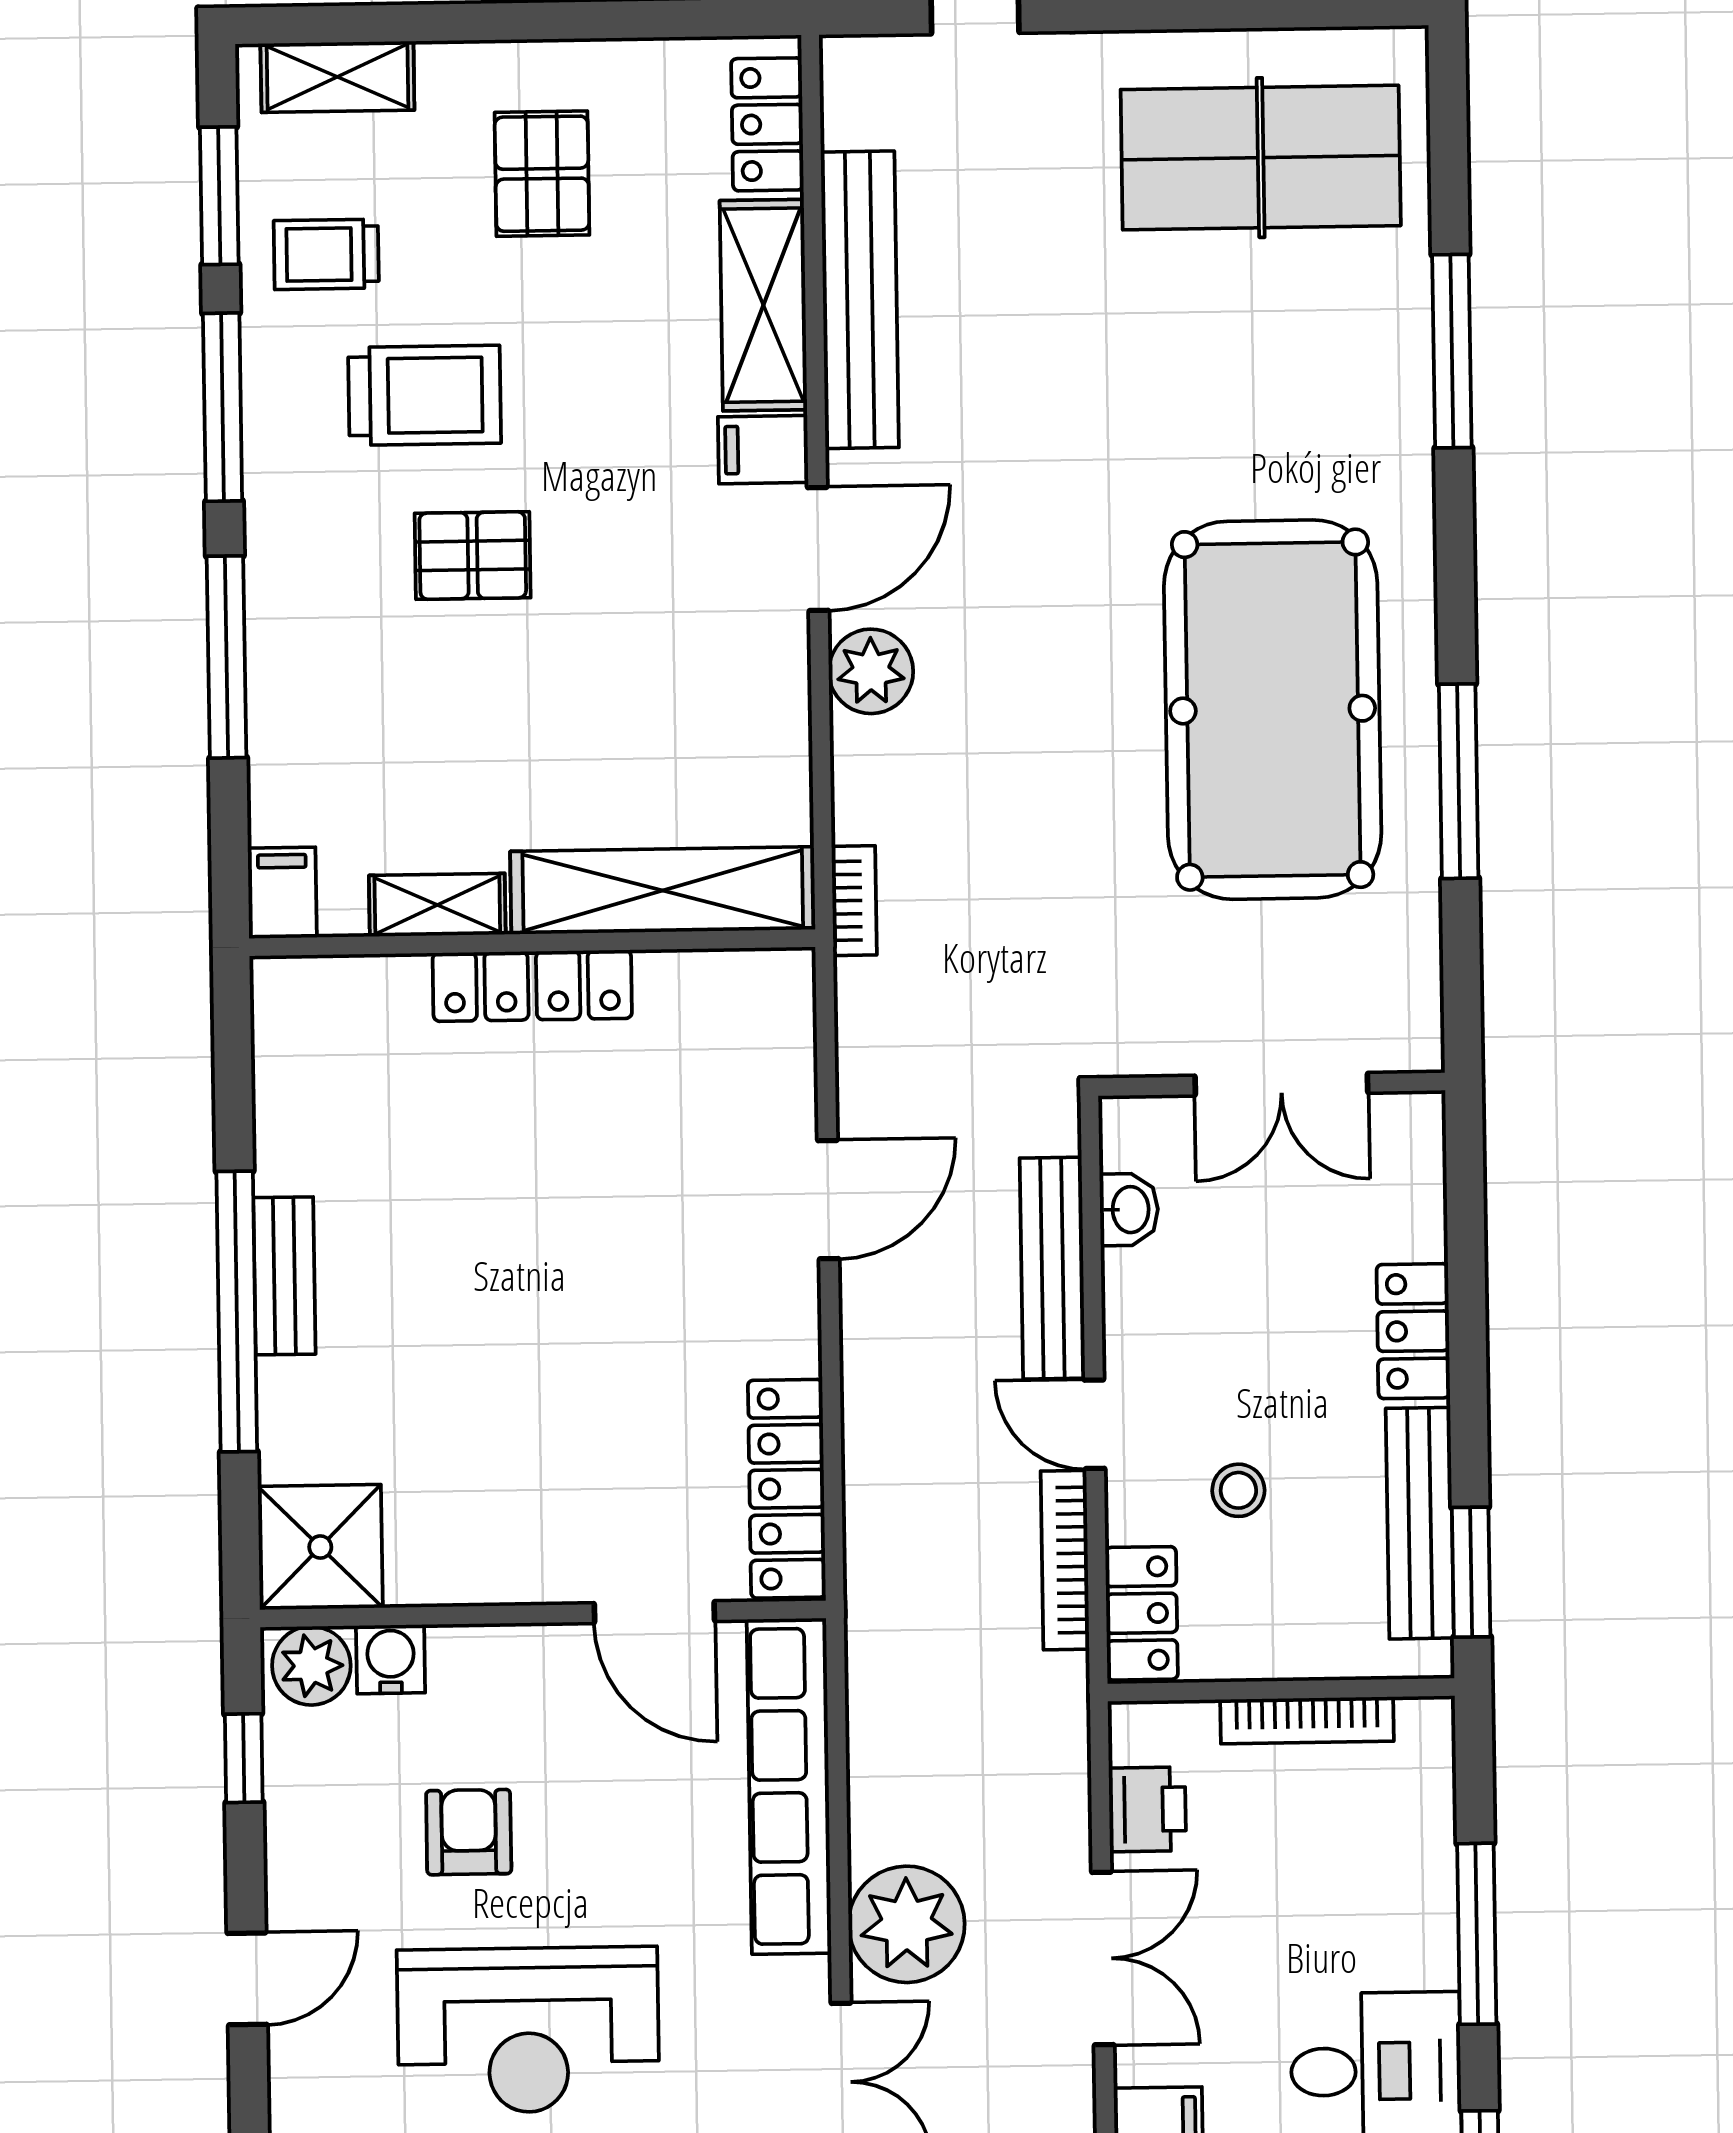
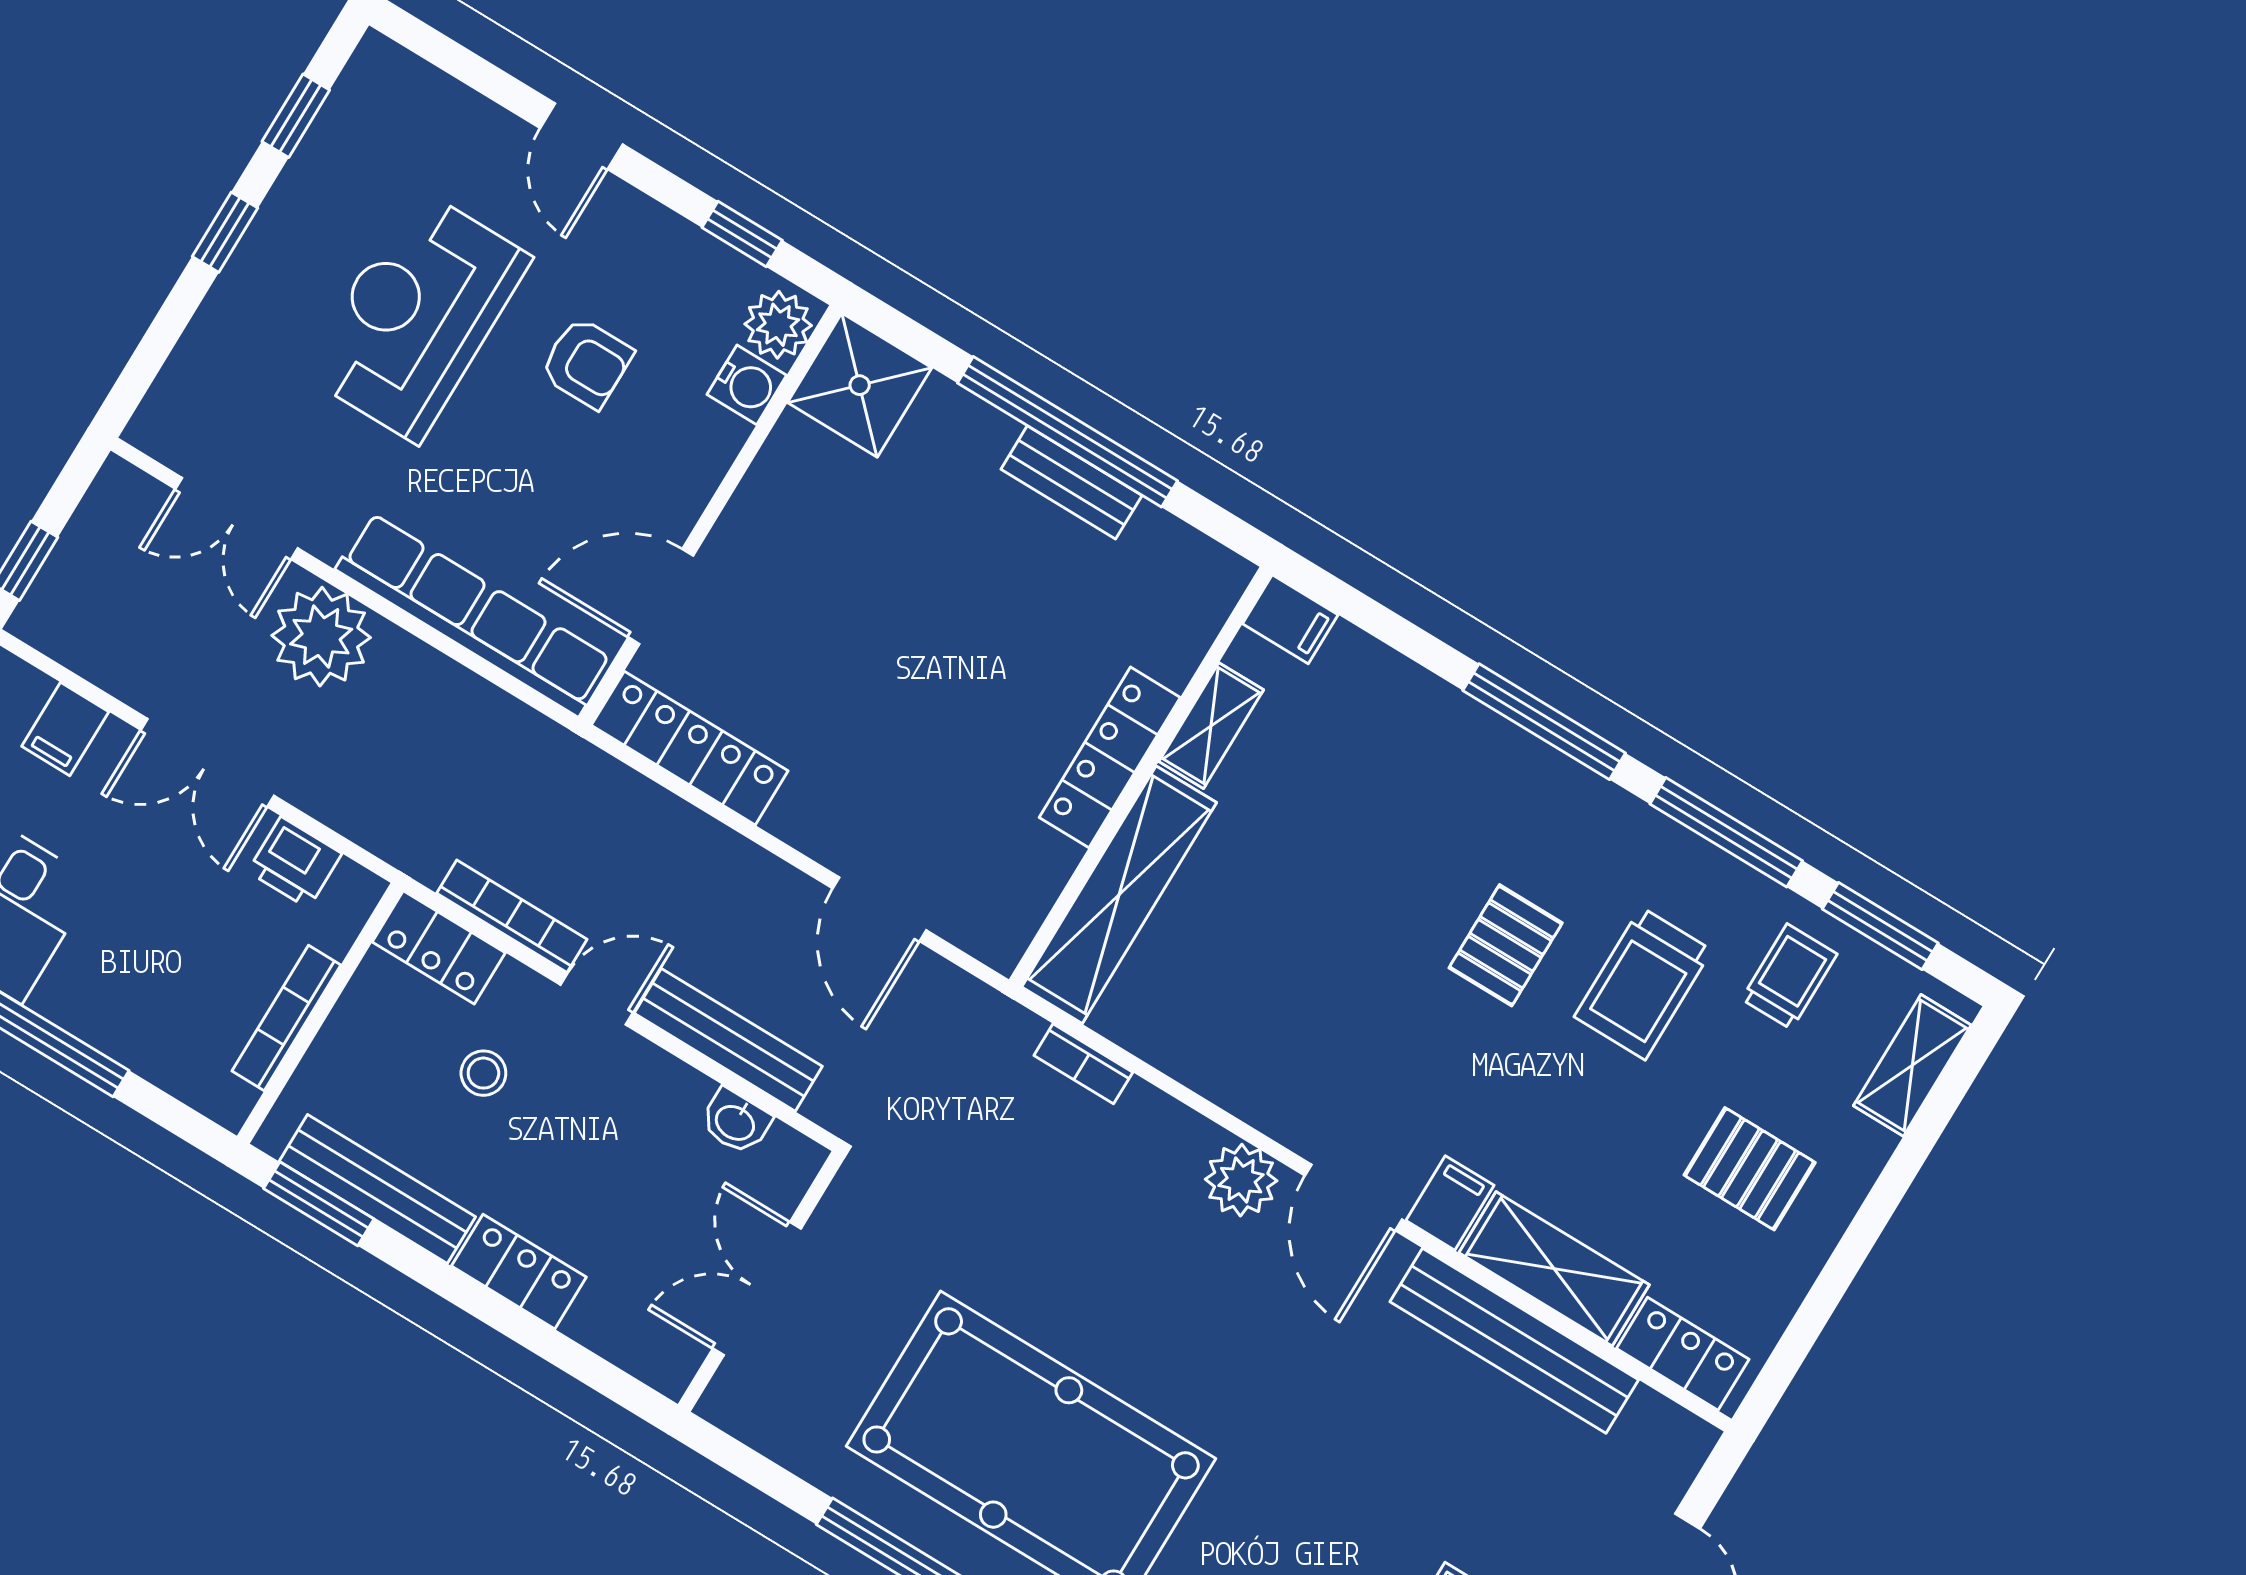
shelving: (663, 890) -> (1119, 895), moved
filing cabinet: (282, 893) -> (1290, 619), moved
shelving: (437, 905) -> (1211, 726), moved
wall: (532, 943) -> (1141, 777), moved
locker: (532, 986) -> (1110, 757), moved

